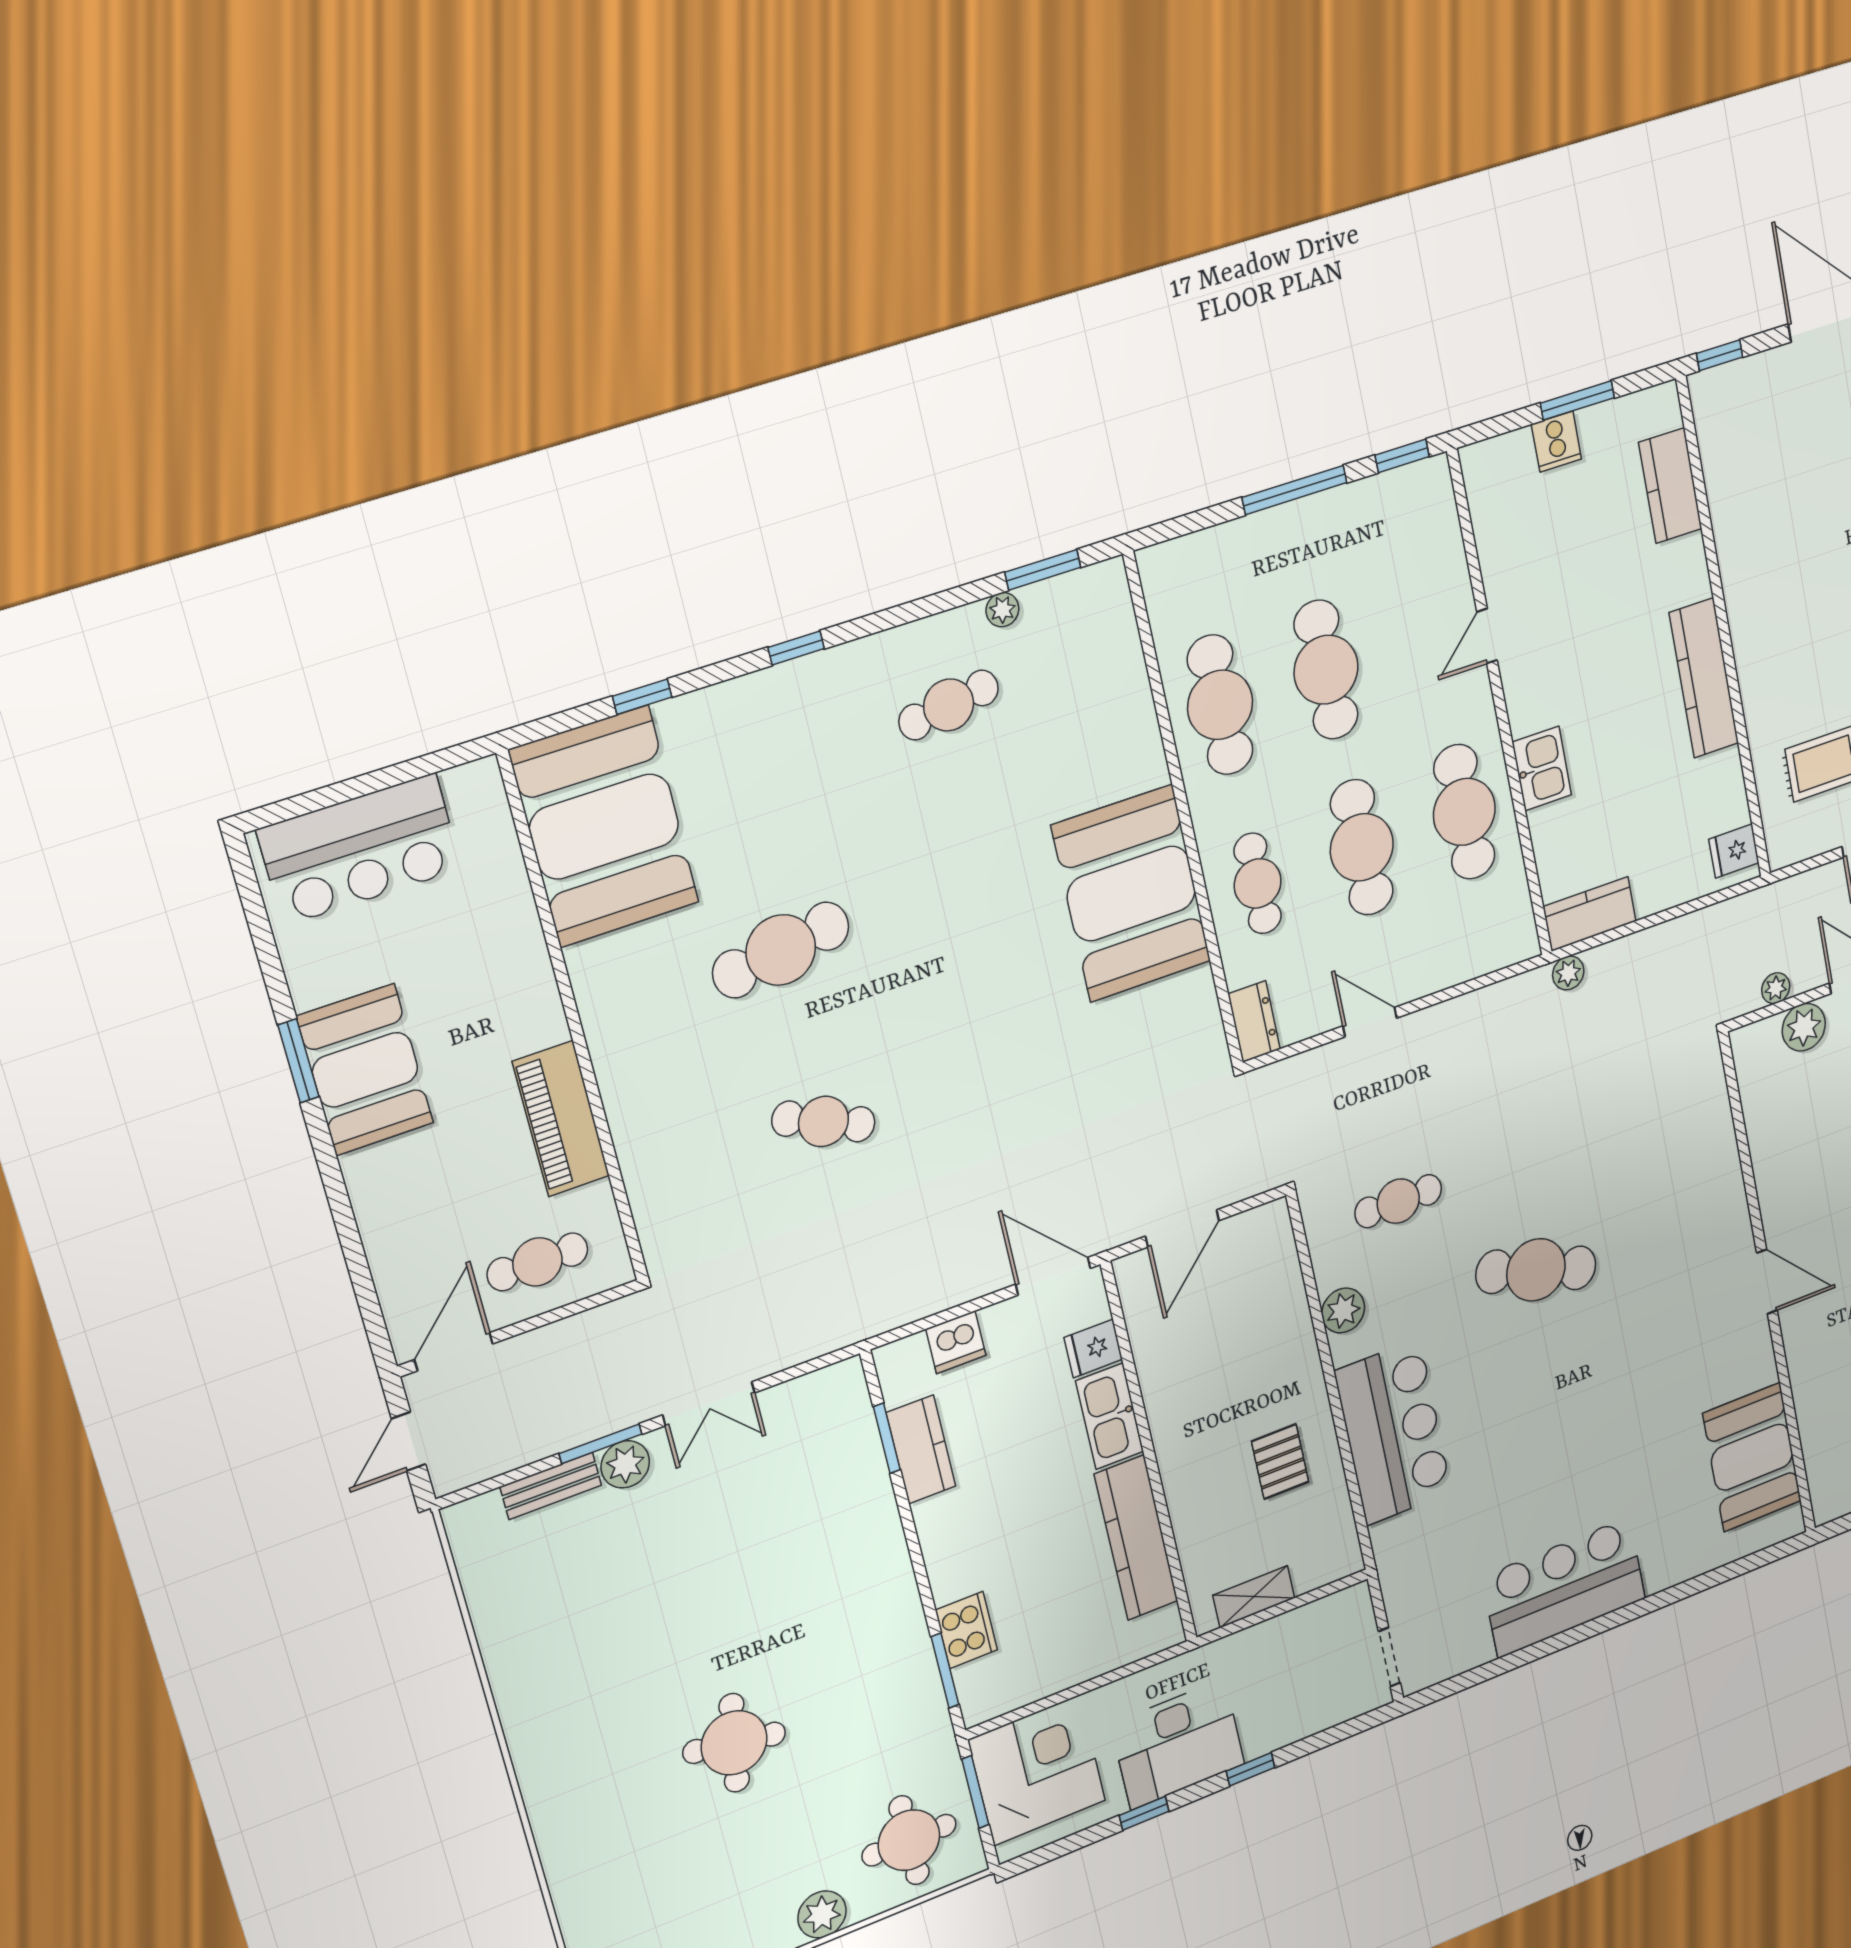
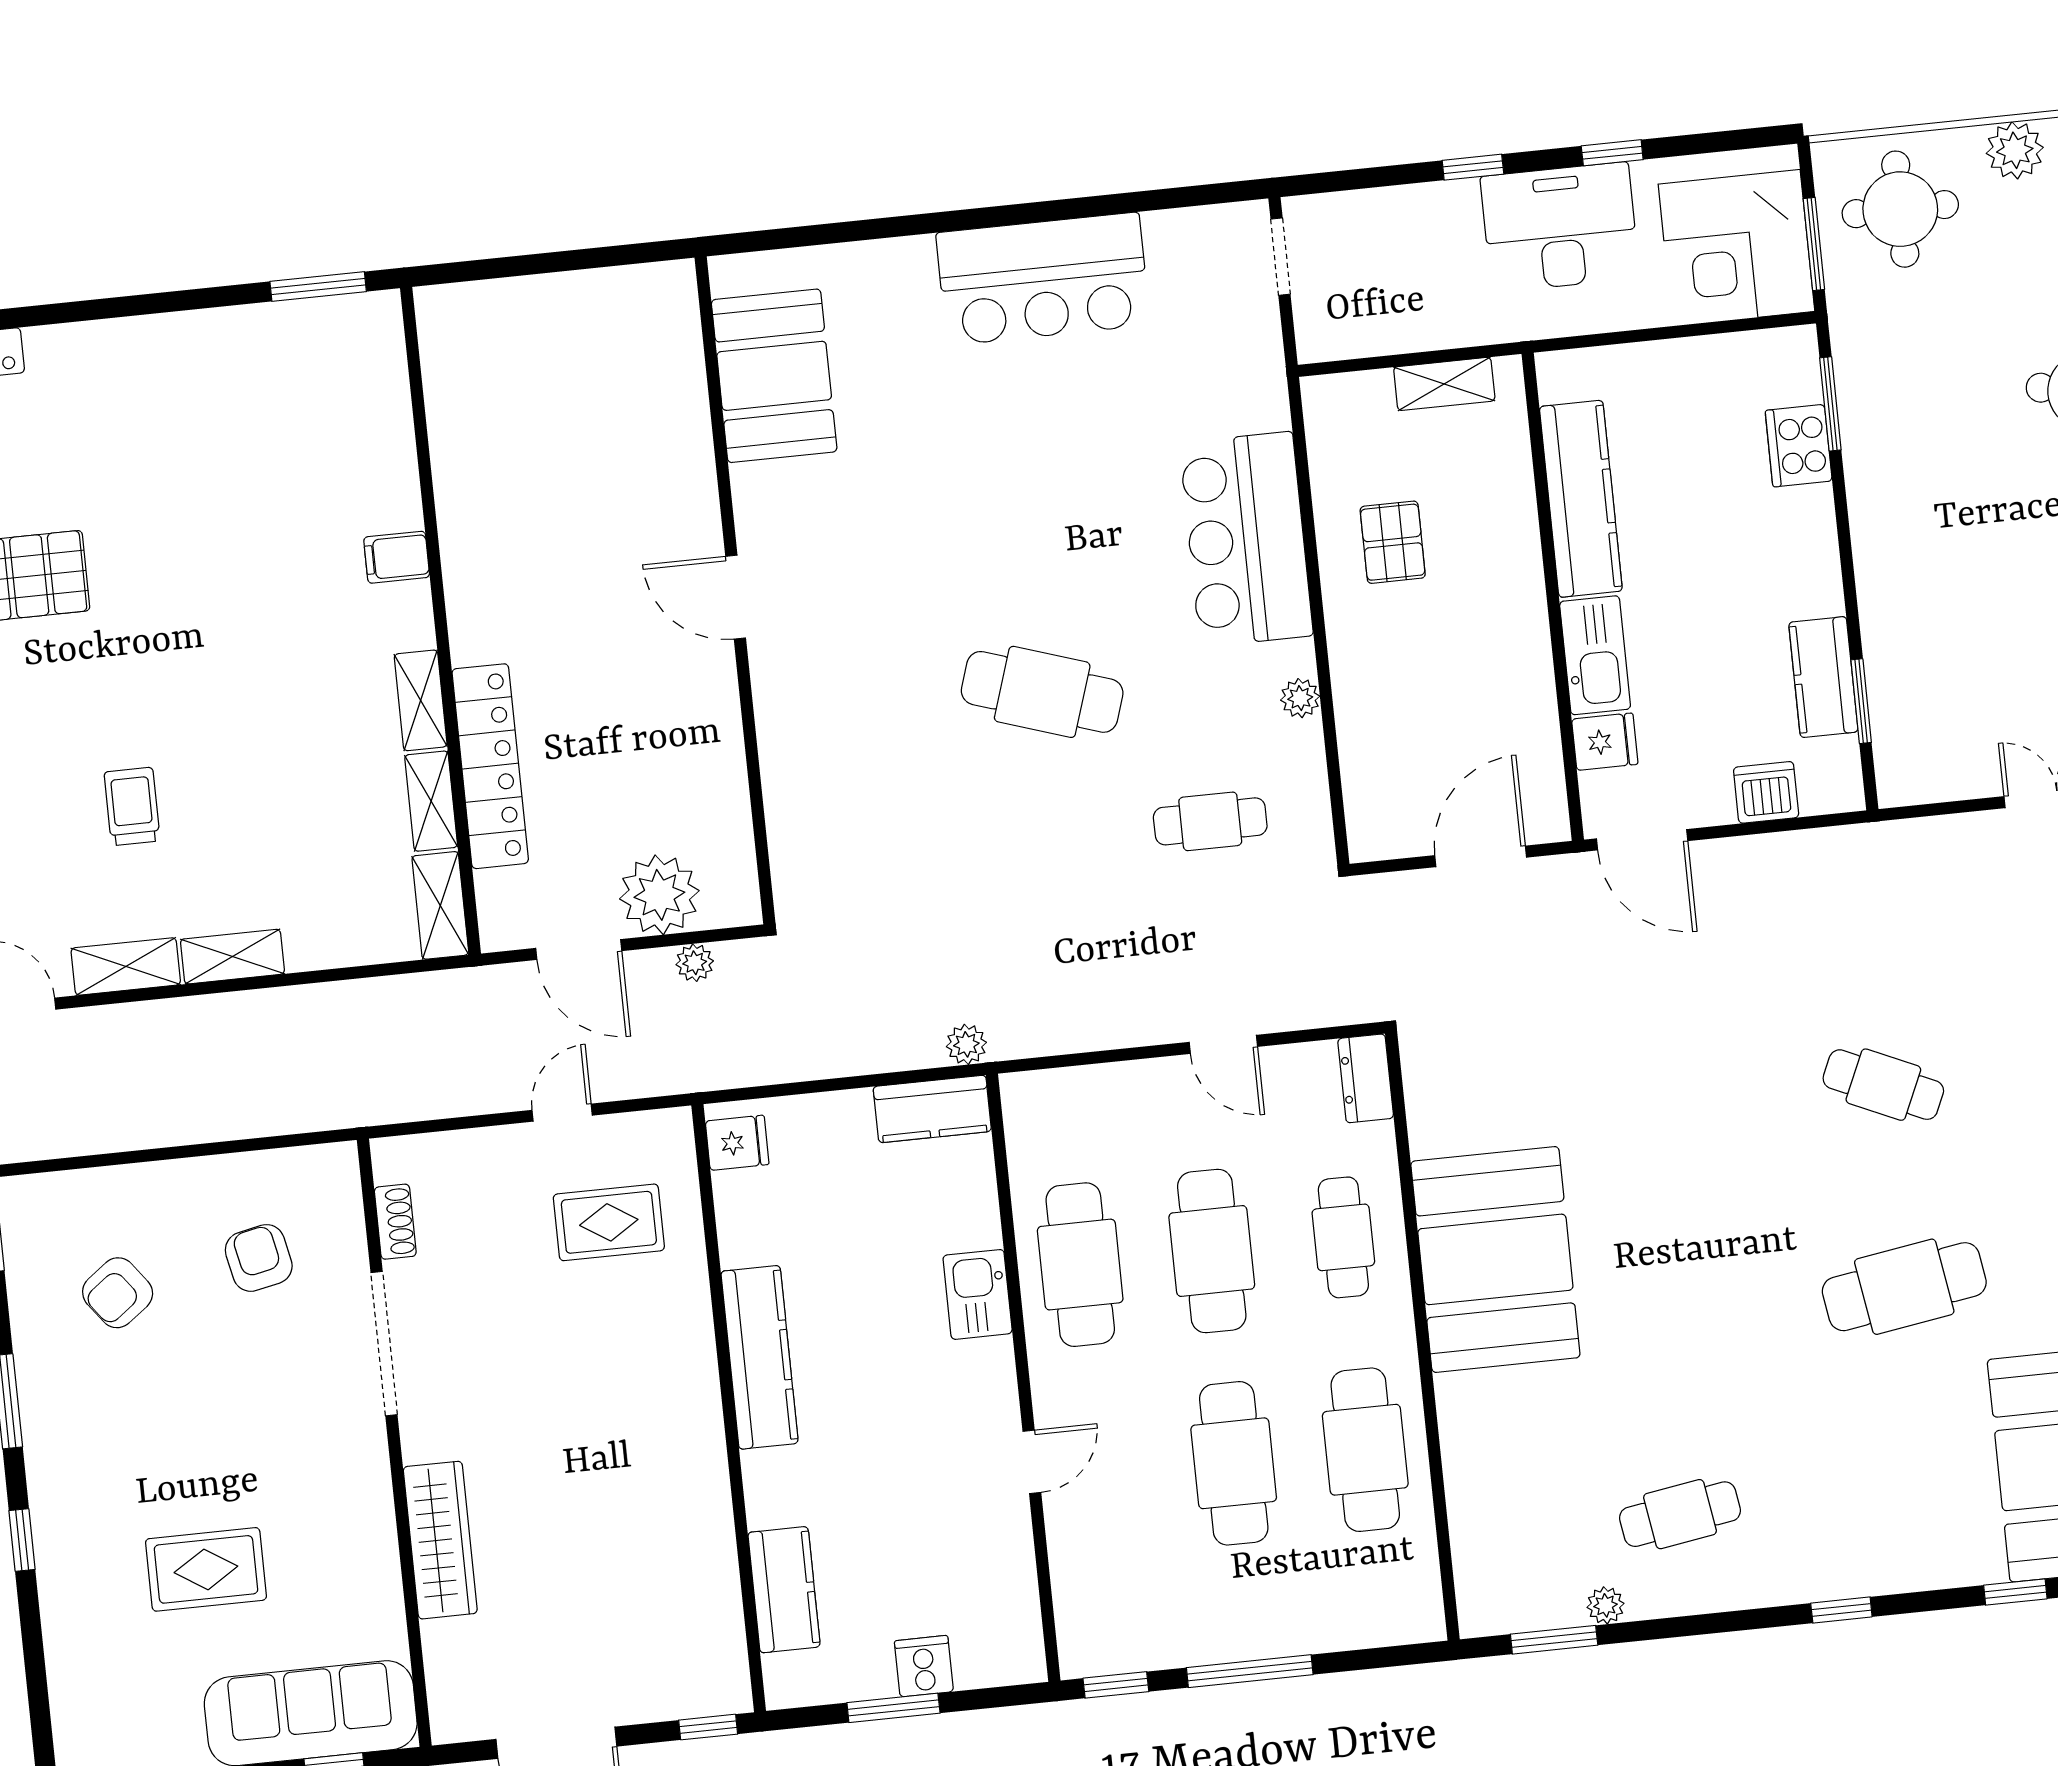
plant: (1804, 1027) -> (659, 895), width x1.36, depth x1.36
plant: (1343, 1310) -> (1300, 698), width x0.73, depth x0.73

